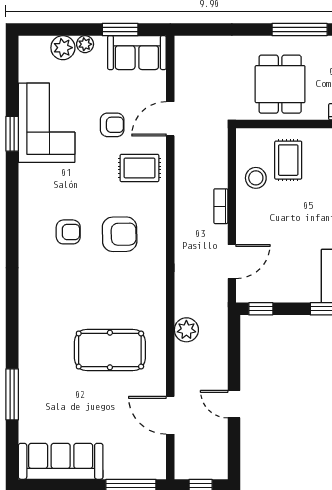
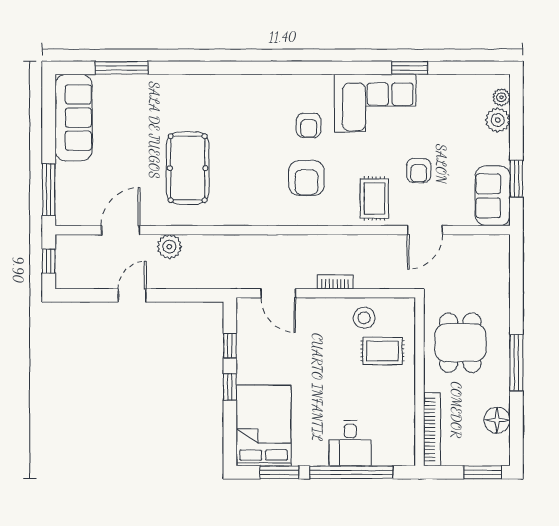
plant: (85, 44) -> (501, 97), moved
dining table: (280, 84) -> (460, 343), turned 90
door: (170, 119) -> (425, 230), swing flipped
corner sofa: (47, 123) -> (375, 103), moved
window: (261, 309) -> (230, 346), moved
plant: (186, 330) -> (169, 247), moved
window: (12, 394) -> (122, 68), moved

